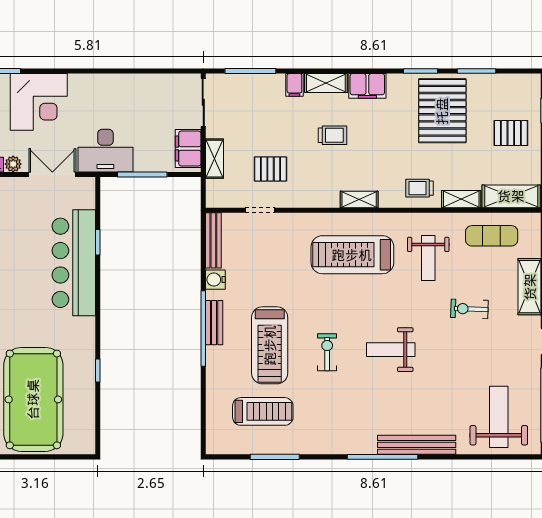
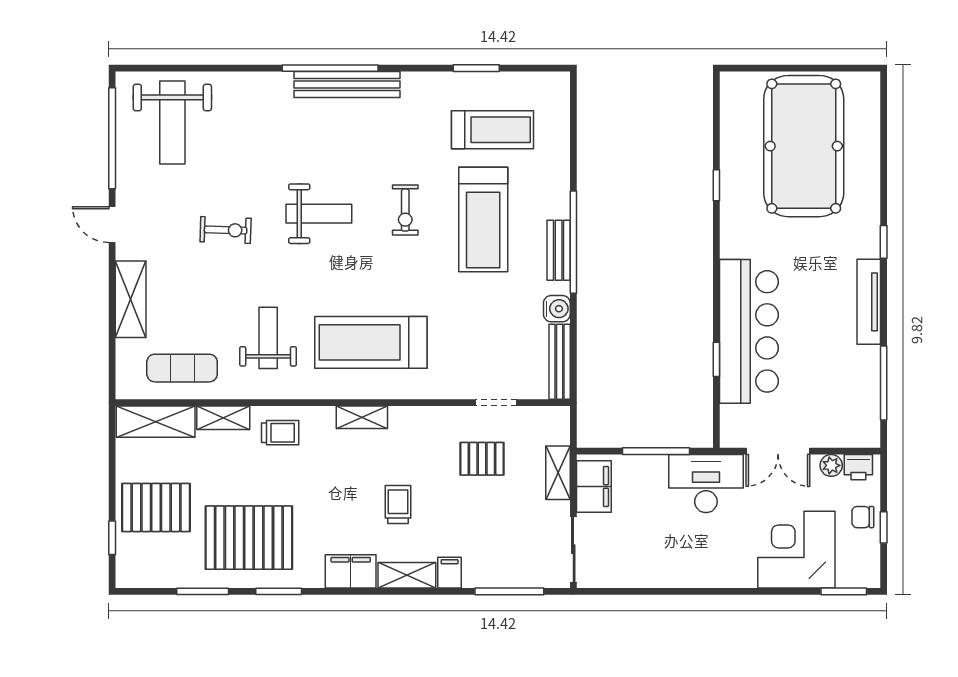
pallet: (442, 111) -> (249, 538), turned 90
pallet: (511, 133) -> (156, 507), width x1.50, depth x1.42
trolley: (332, 135) -> (398, 504), turned 90
treadmill: (352, 255) -> (371, 342), turned 180
exercise bike: (469, 309) -> (226, 230), moved
treadmill: (270, 345) -> (483, 220), turned 180
treadmill: (263, 411) -> (492, 130), turned 180
bench: (417, 445) -> (347, 85), moved
window: (275, 457) -> (476, 68), width x0.69

